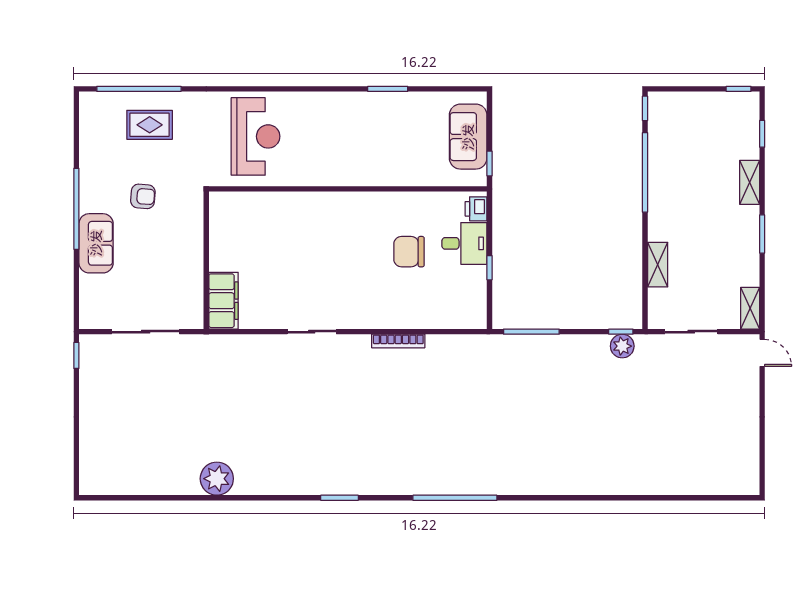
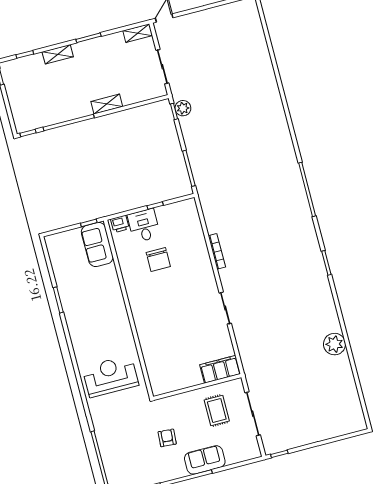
rug: (150, 125) -> (217, 411), moved
sofa: (468, 137) -> (97, 244), moved, turned 90
shelving: (658, 265) -> (107, 104), moved

